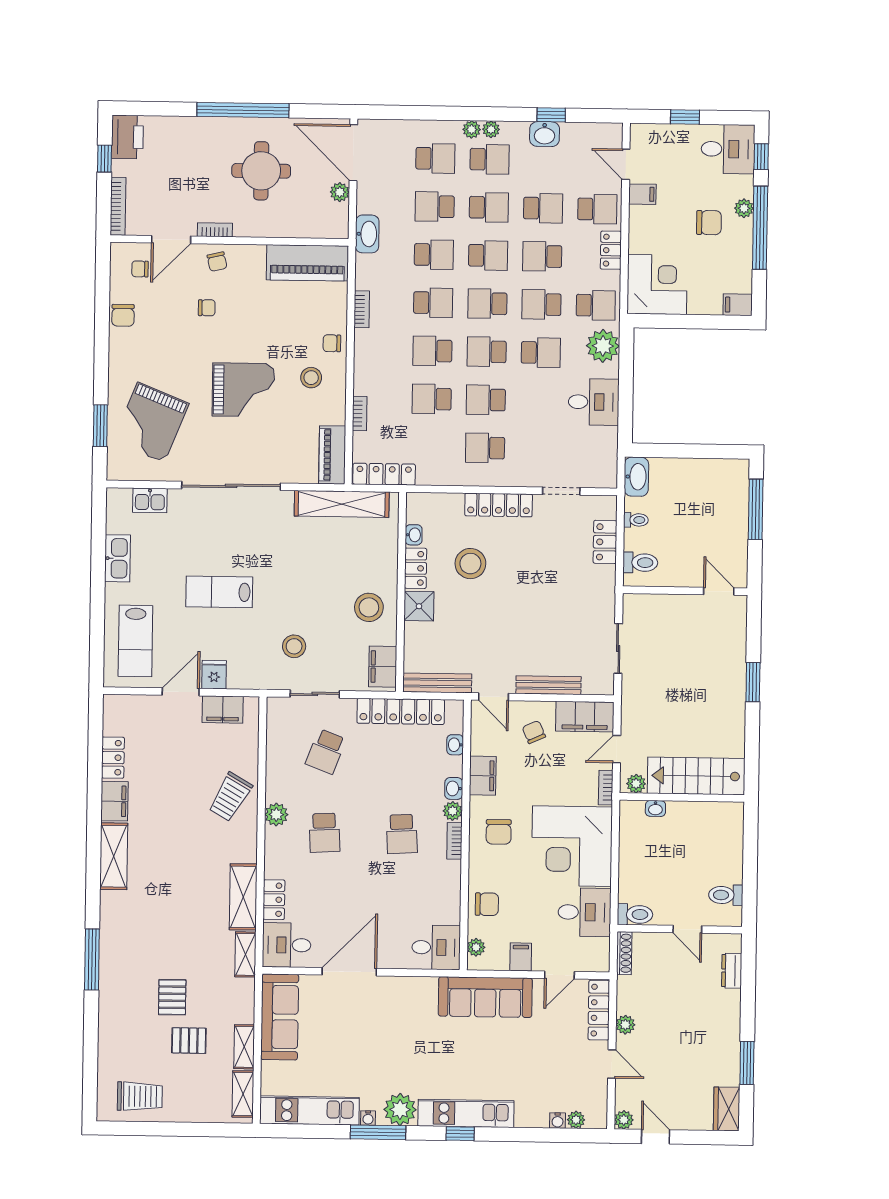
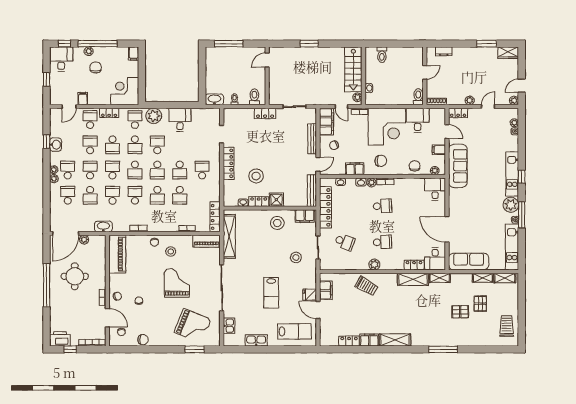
school desk: (485, 448) -> (202, 170), turned 180
locker: (605, 542) -> (265, 113), moved
toilet: (726, 895) -> (382, 55), moved
locker: (599, 1010) -> (458, 113), width x0.66

